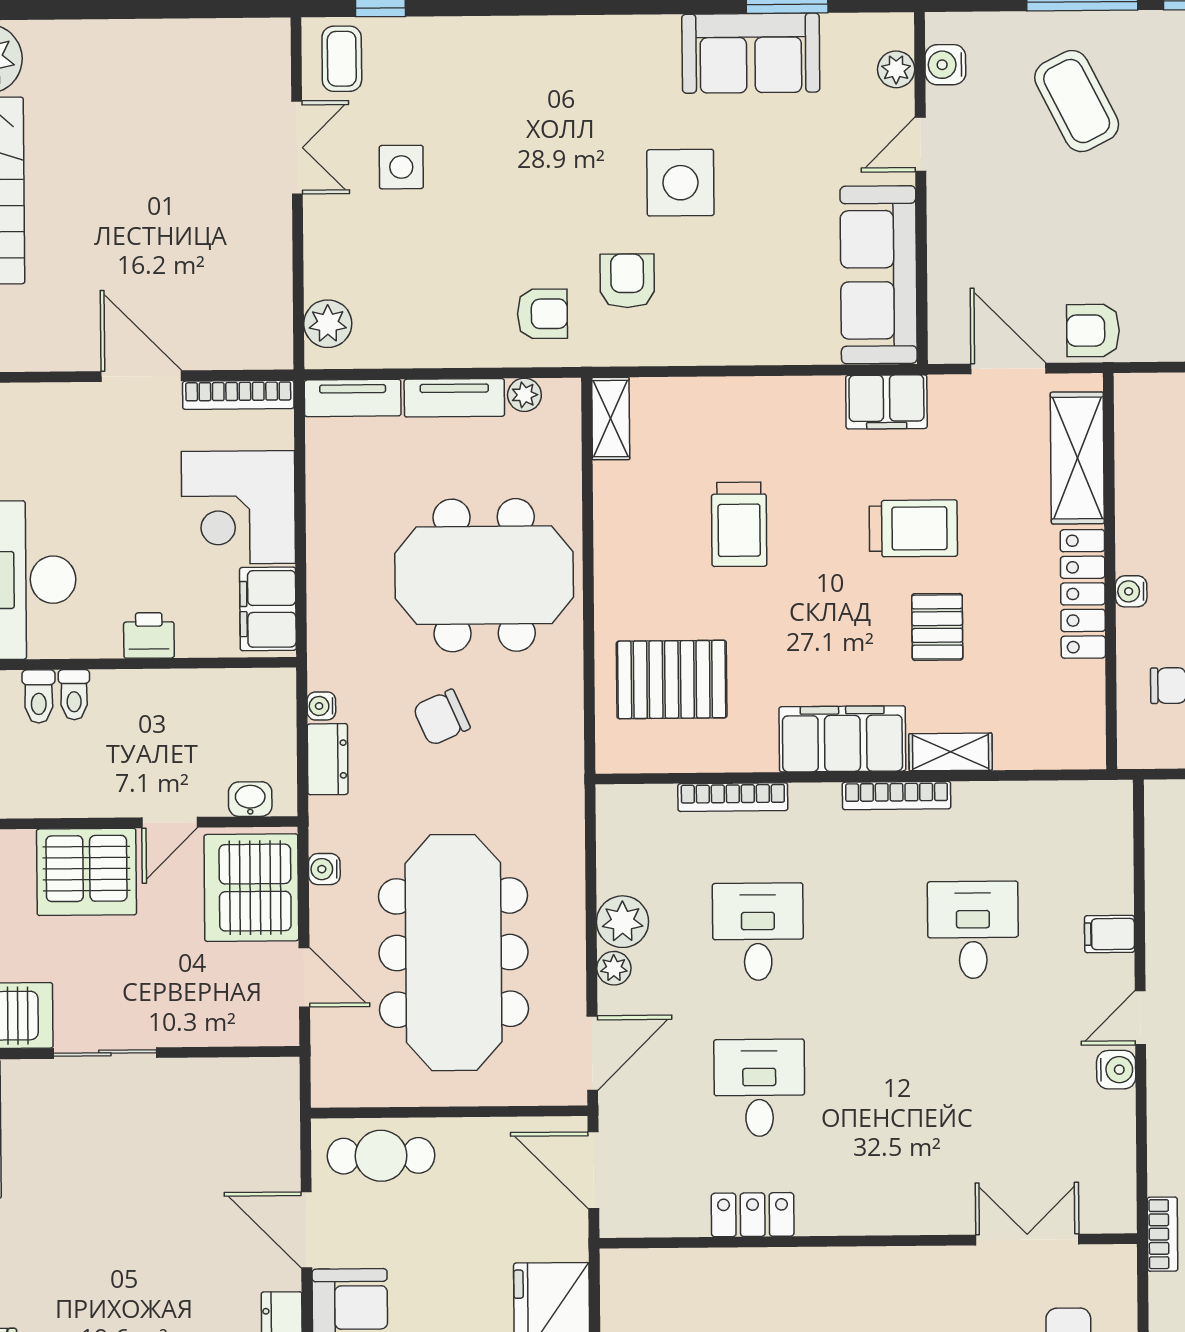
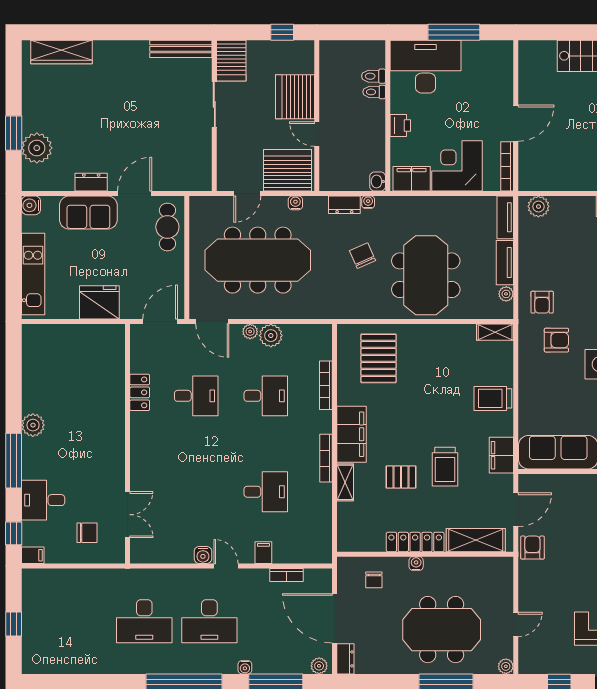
trolley: (739, 524) -> (493, 398), moved
washbasin: (250, 799) -> (378, 182), moved, turned 180
bookcase: (1162, 1234) -> (286, 575), moved

